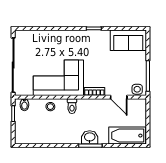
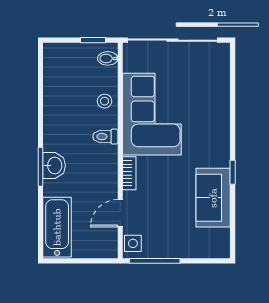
sofa: (128, 40) -> (213, 198), moved

